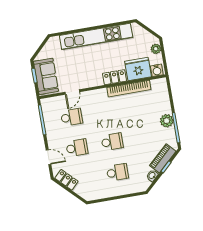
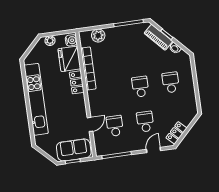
door: (72, 92) -> (90, 124), hinge flipped
plant: (167, 121) -> (98, 36), moved

